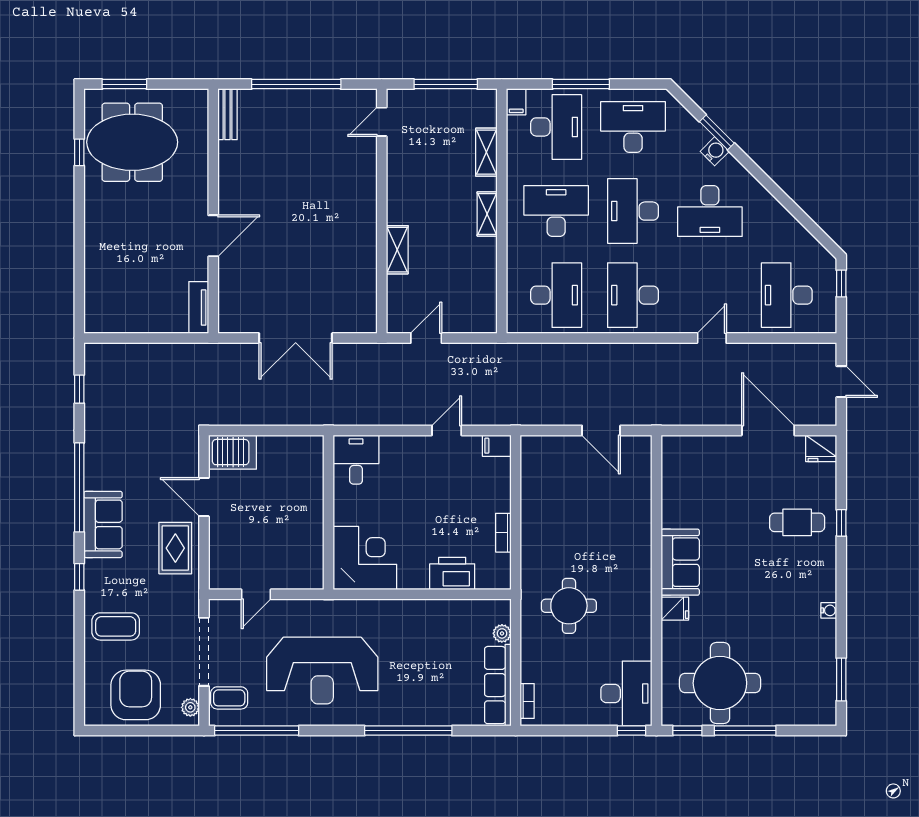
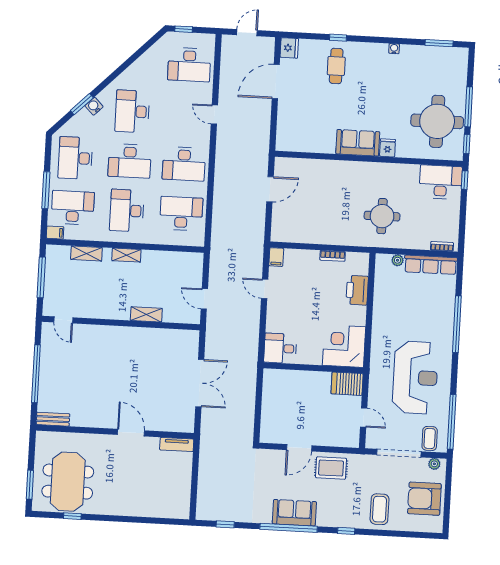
desk: (710, 211) -> (132, 111), turned 180
server rack: (232, 452) -> (347, 384), moved, turned -90
sofa: (103, 524) -> (294, 513), moved

